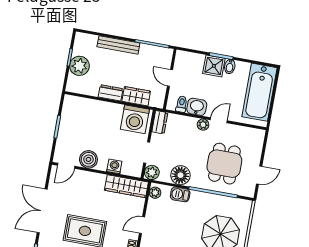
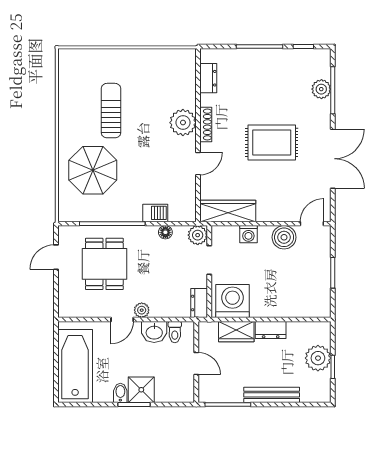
floor lamp: (180, 175) -> (165, 232), width x0.53, depth x0.53
plant: (155, 193) -> (189, 209), removed

